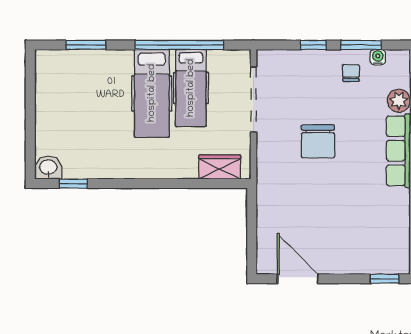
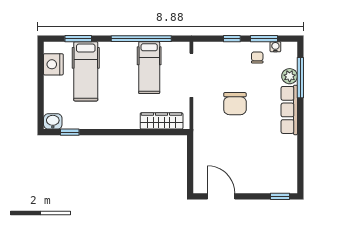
nightstand: (49, 83) -> (53, 64), added
hospital bed: (152, 93) -> (86, 71), moved
wardrobe: (220, 167) -> (162, 121), width x1.50

